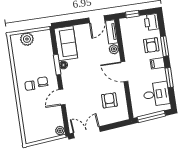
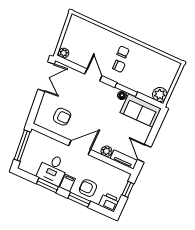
plant: (27, 39) -> (160, 95), moved
desk: (156, 94) -> (53, 169), moved

